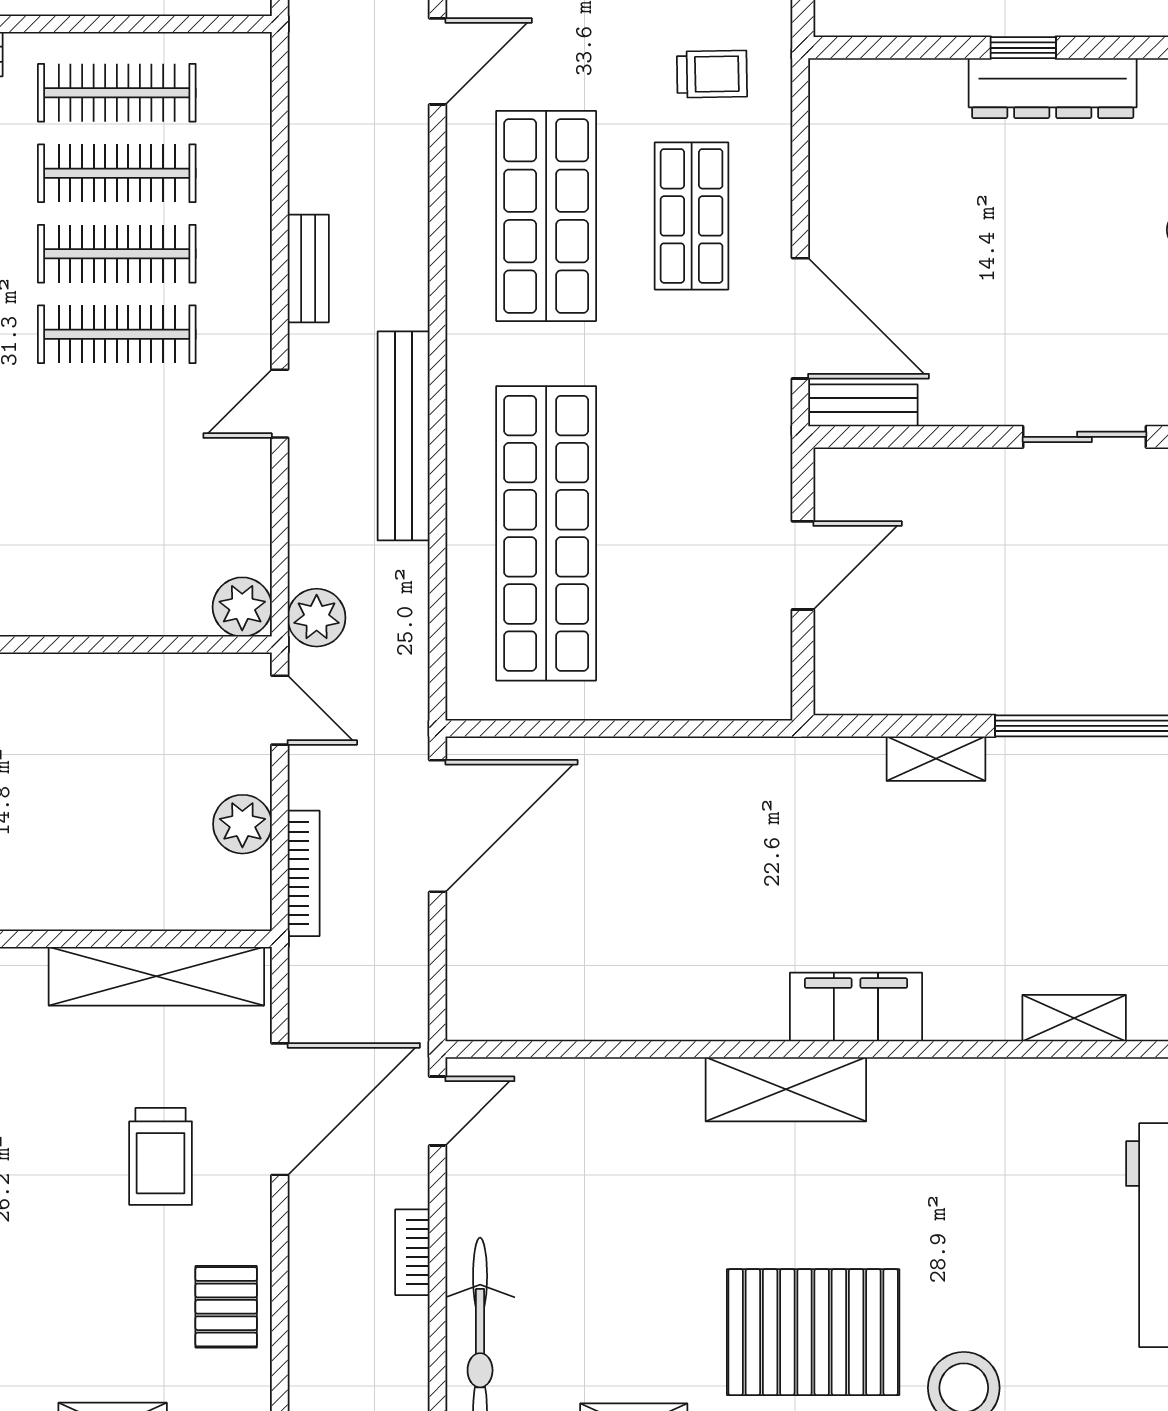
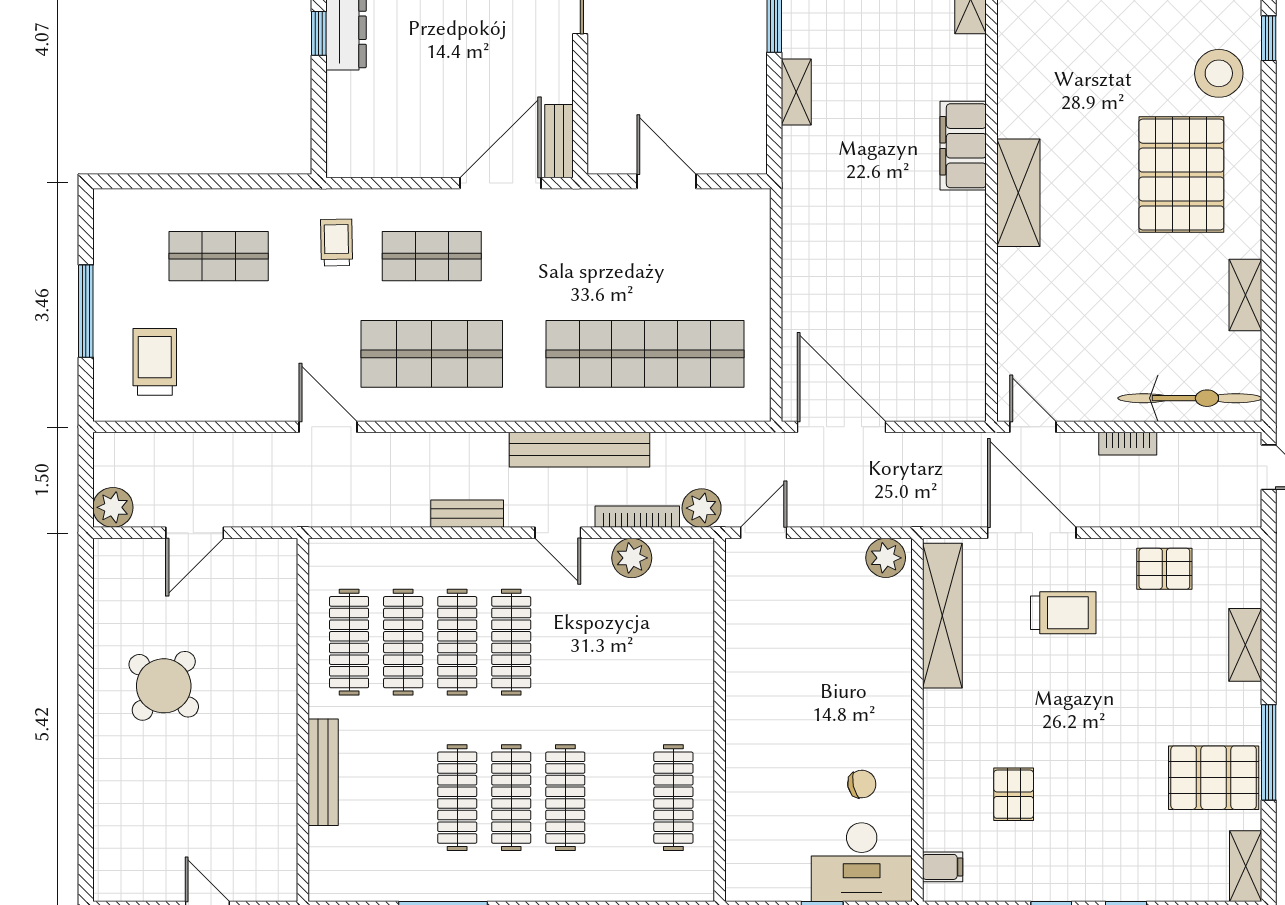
plant: (242, 607) -> (632, 558), moved
plant: (242, 824) -> (886, 558), moved
bookcase: (304, 873) -> (637, 517), moved

